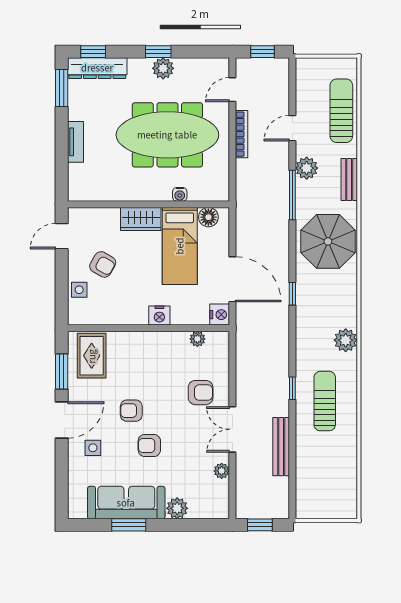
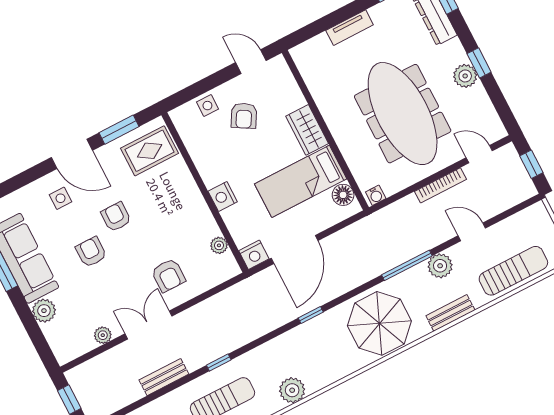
water cooler: (180, 194) -> (376, 195), moved, turned -90
bench: (281, 447) -> (164, 377), width x0.73

